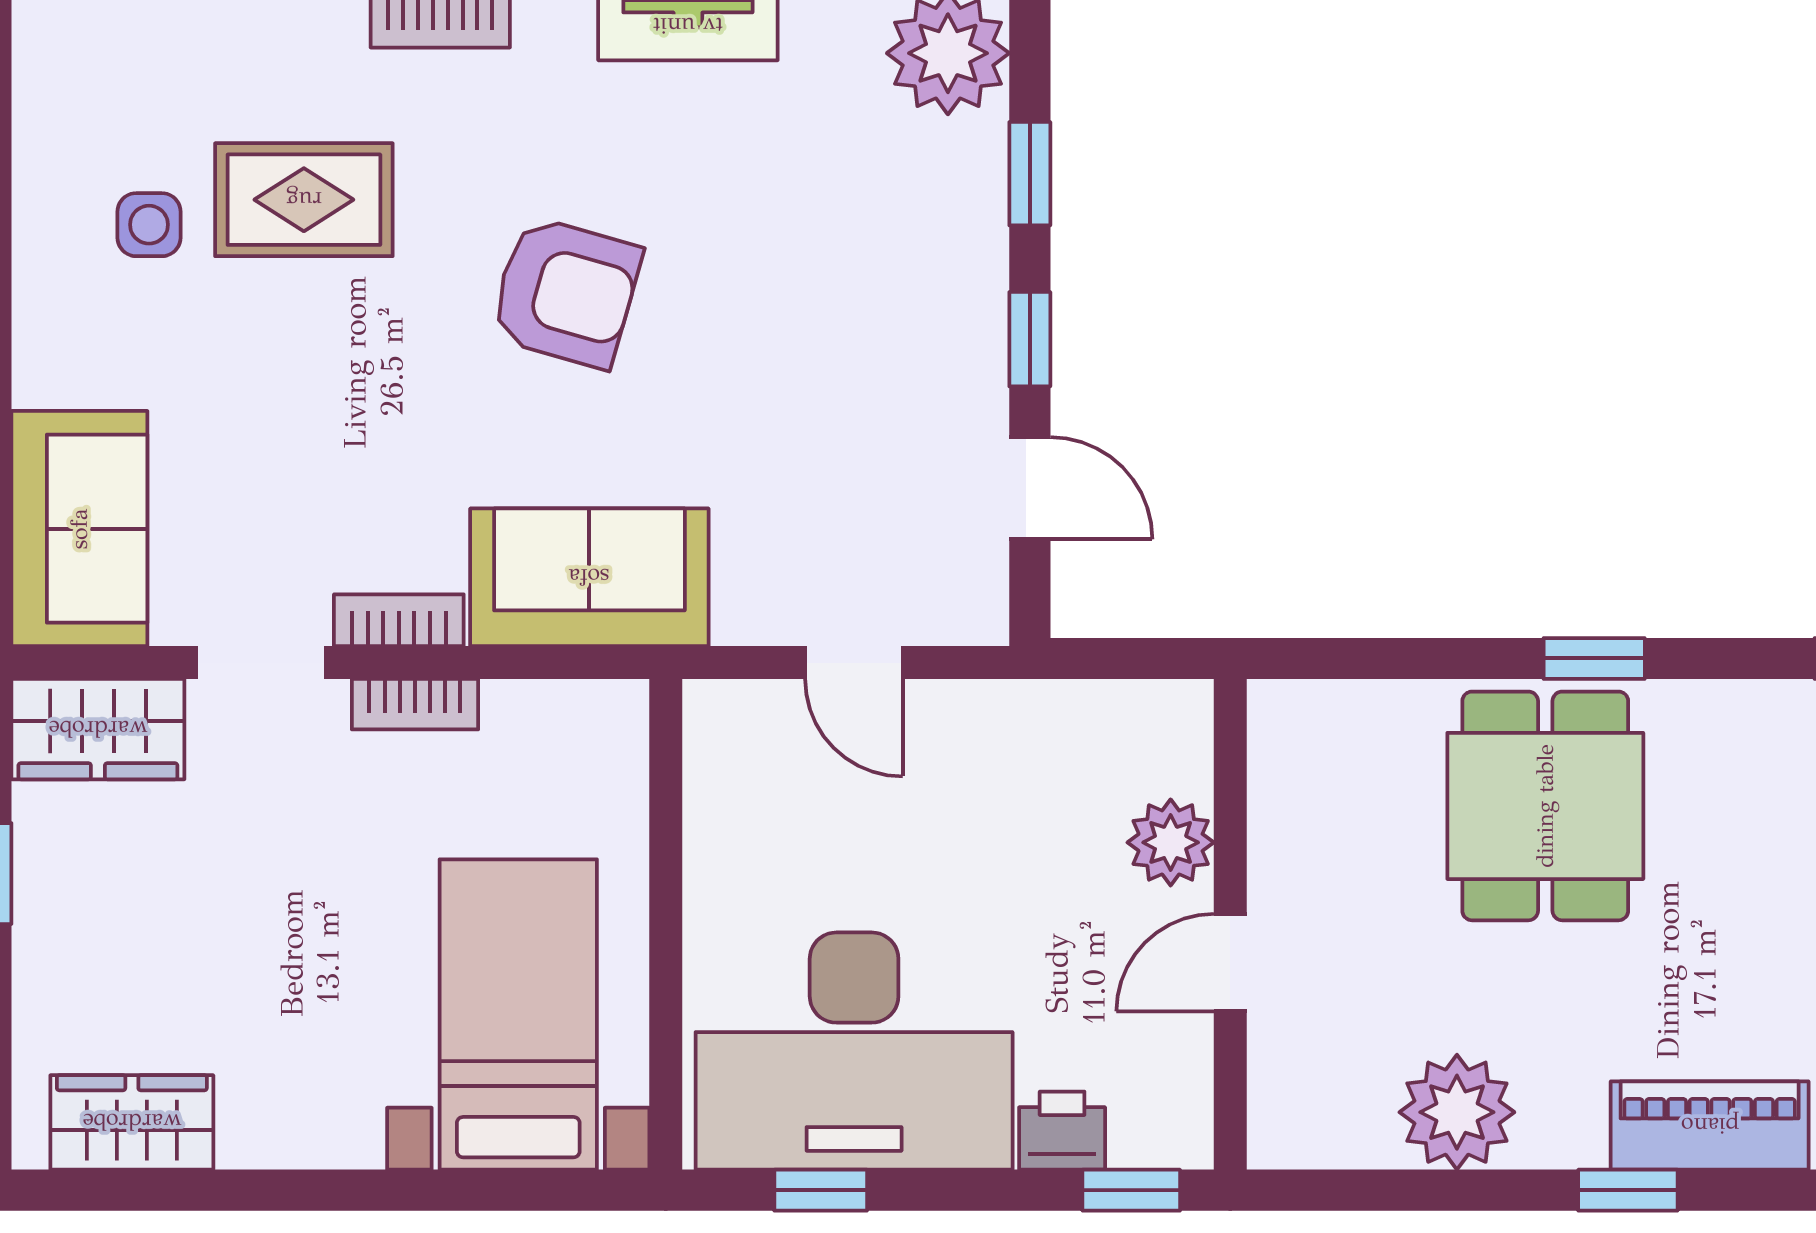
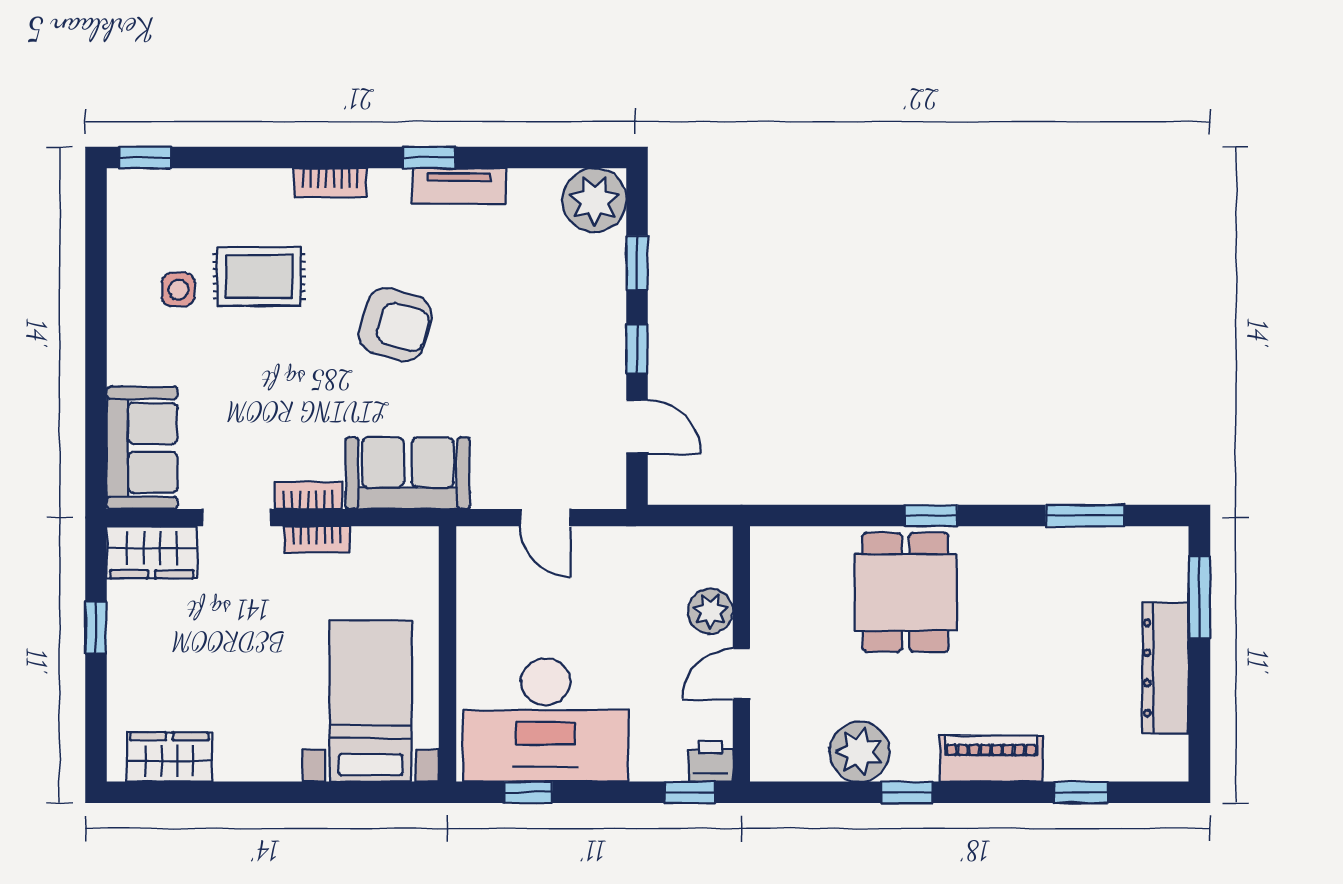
printer: (1062, 1131) -> (711, 761), moved
window: (1628, 1190) -> (907, 792), moved

